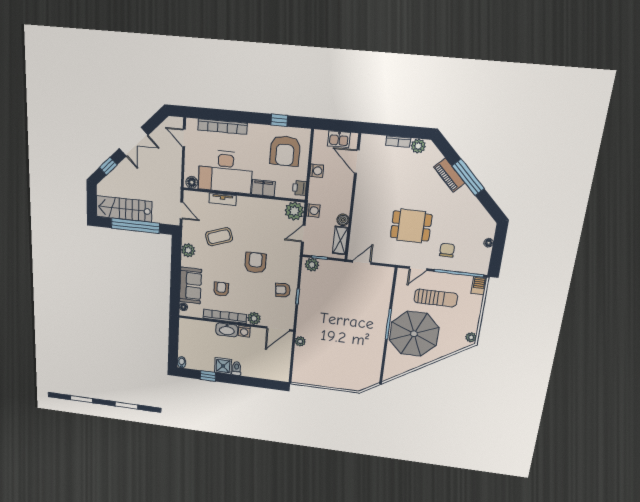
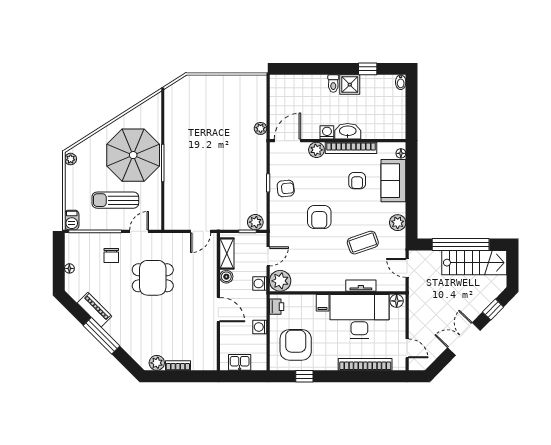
door: (357, 162) -> (218, 309), moved
piano: (449, 175) -> (95, 310), moved
filing cabinet: (263, 188) -> (323, 303), width x0.50

